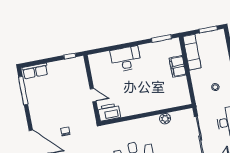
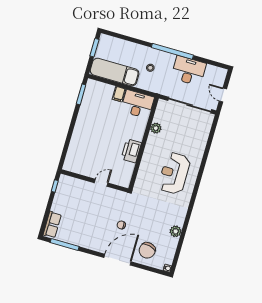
exam couch: (192, 52) -> (115, 72), width x1.36, depth x1.45
desk: (126, 59) -> (137, 104), moved, turned 90
filing cabinet: (178, 66) -> (119, 94), width x0.50
printer: (109, 112) -> (131, 151), moved

